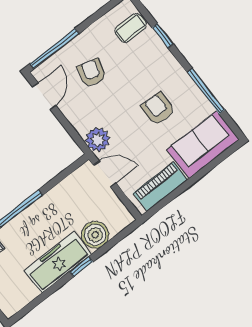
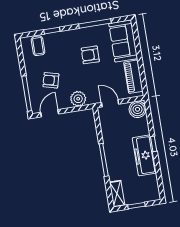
door: (44, 96) -> (50, 113), hinge flipped
plant: (98, 140) -> (78, 99), moved
door: (105, 174) -> (110, 103), hinge flipped
boiler: (95, 235) -> (138, 109), moved

